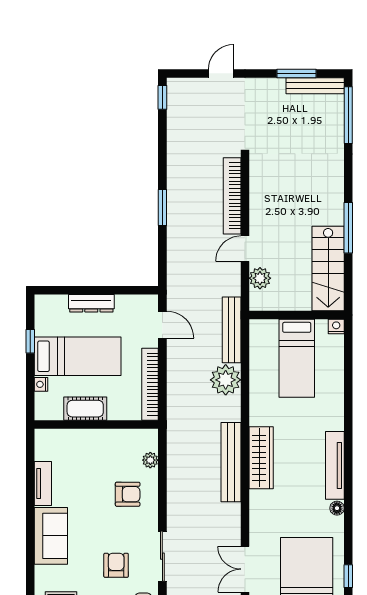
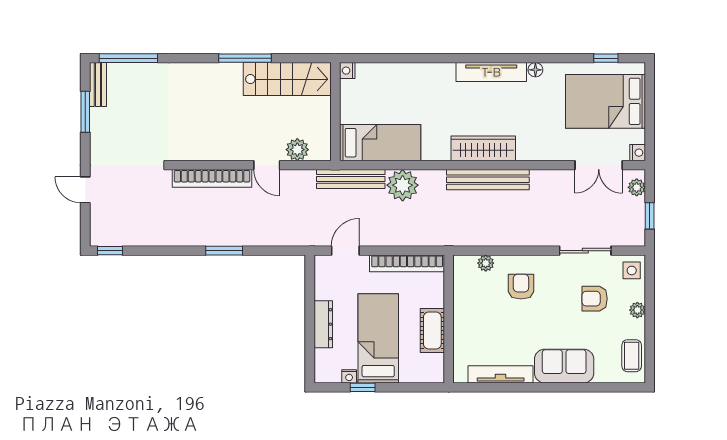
bench: (315, 86) -> (98, 84), width x0.73
bed: (297, 358) -> (380, 143), moved
nightstand: (41, 384) -> (349, 376), moved
tv unit: (43, 483) -> (501, 374), width x1.41

